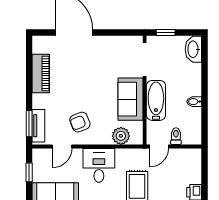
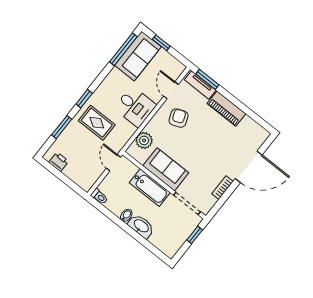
bookcase: (108, 40) -> (222, 188), added
washbasin: (193, 49) -> (141, 226), moved
piano: (41, 74) -> (226, 109), moved
toilet: (176, 136) -> (99, 197), moved
window: (29, 172) -> (161, 43), moved

